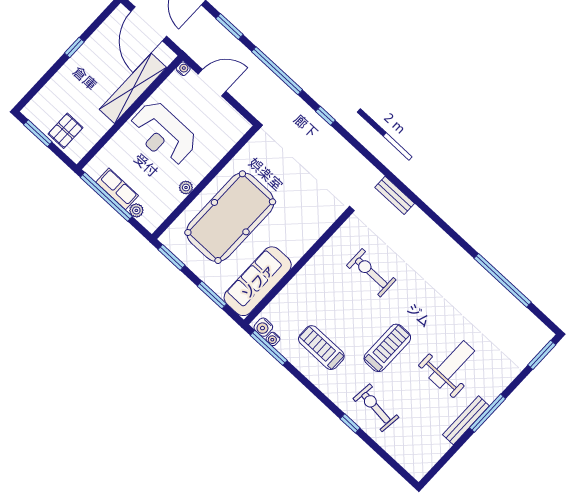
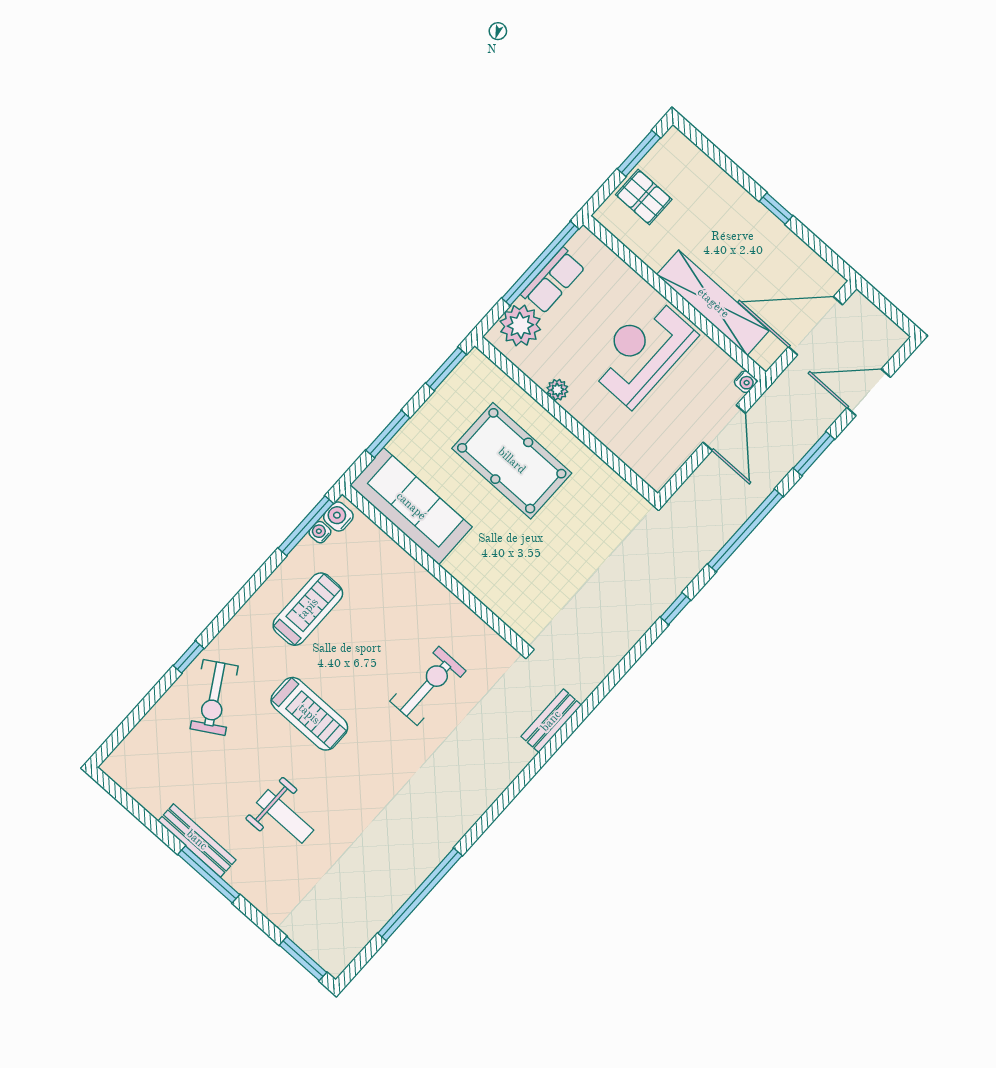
plant: (136, 210) -> (520, 325), width x1.88, depth x1.88
pool table: (230, 217) -> (512, 461), width x0.73, depth x0.76
weight bench: (452, 364) -> (285, 816), width x0.73, depth x0.75
exercise bike: (376, 408) -> (214, 697), turned 143

